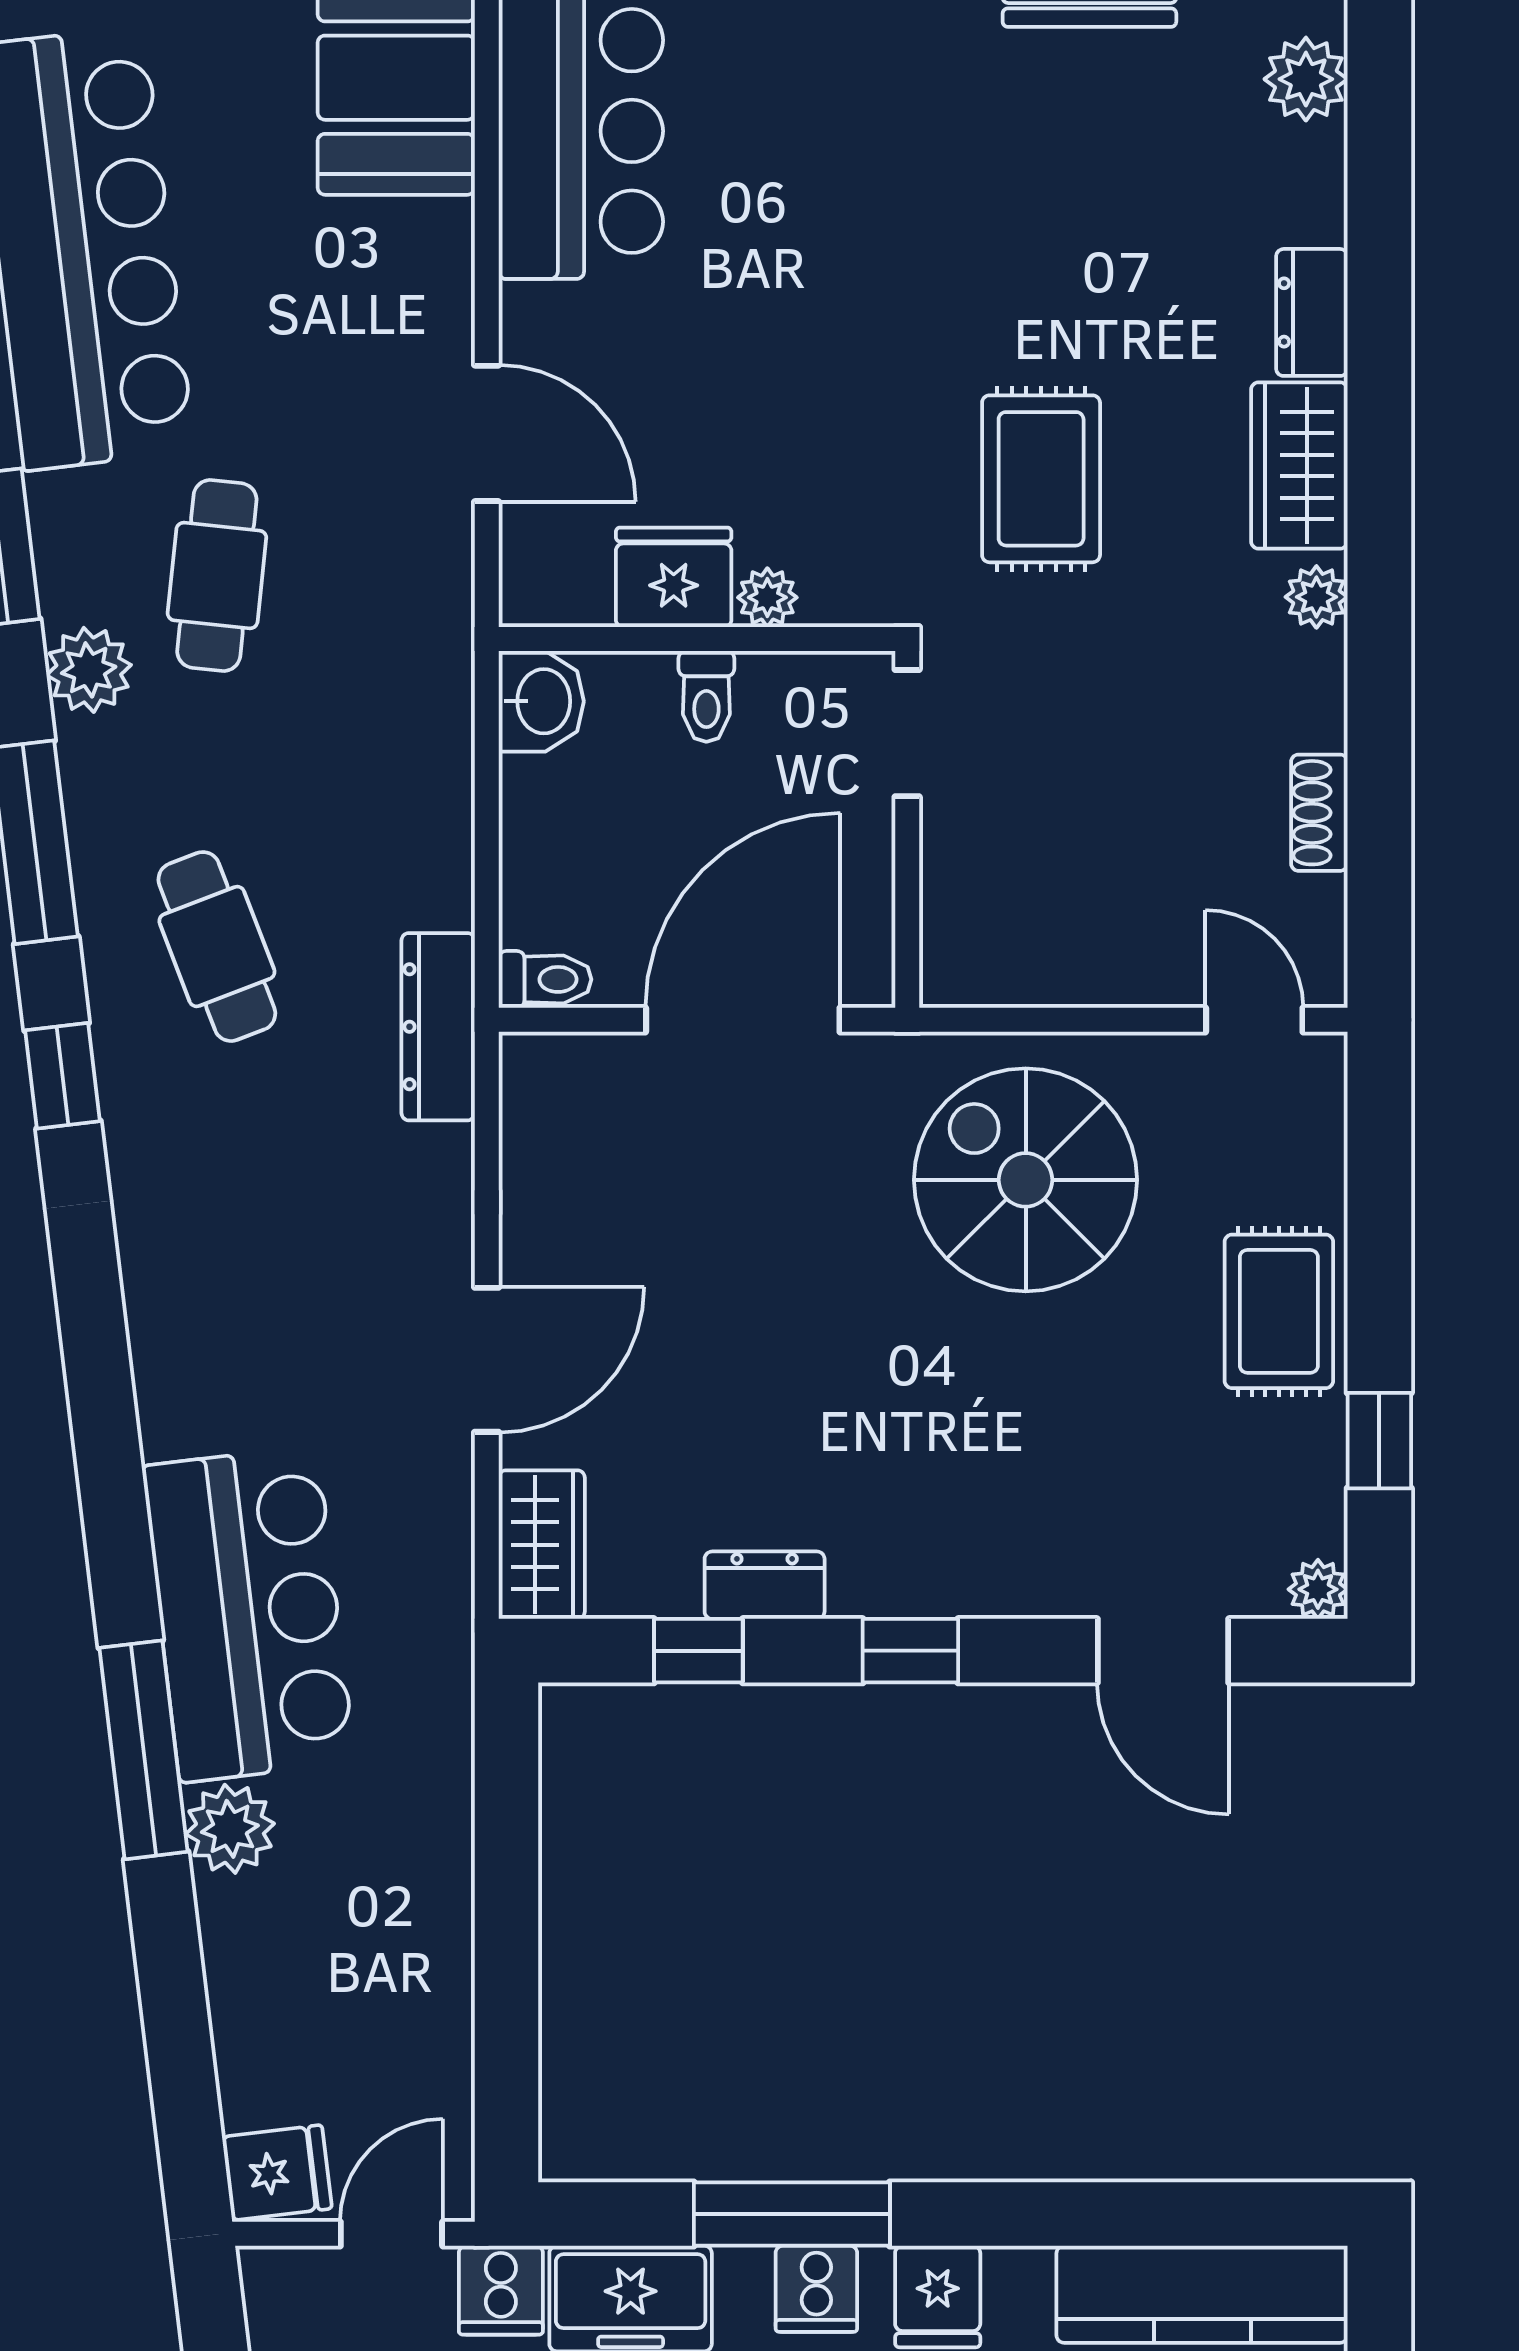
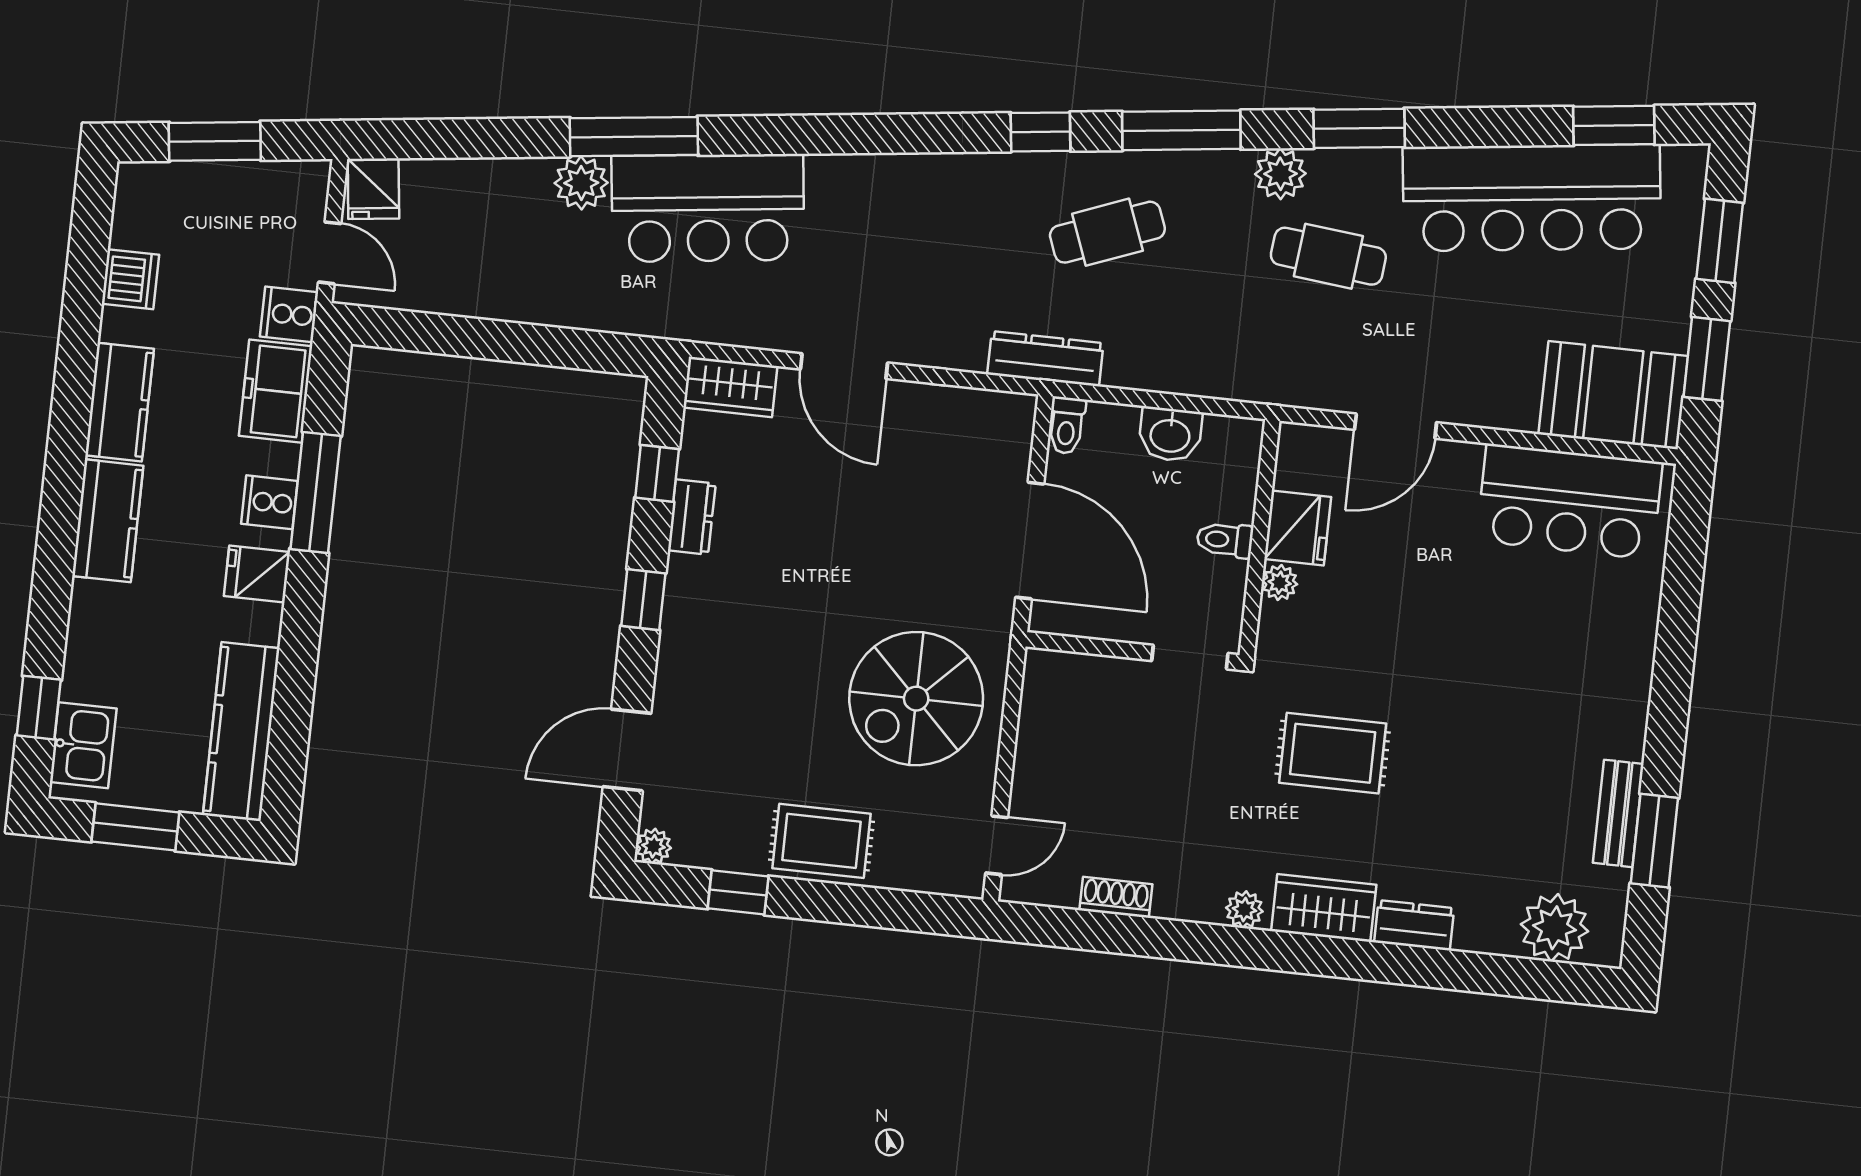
plant: (1306, 79) -> (1554, 928), width x1.36, depth x1.36
washbasin: (541, 701) -> (1170, 434), moved
spiral stairs: (1026, 1180) -> (916, 699), turned 180

